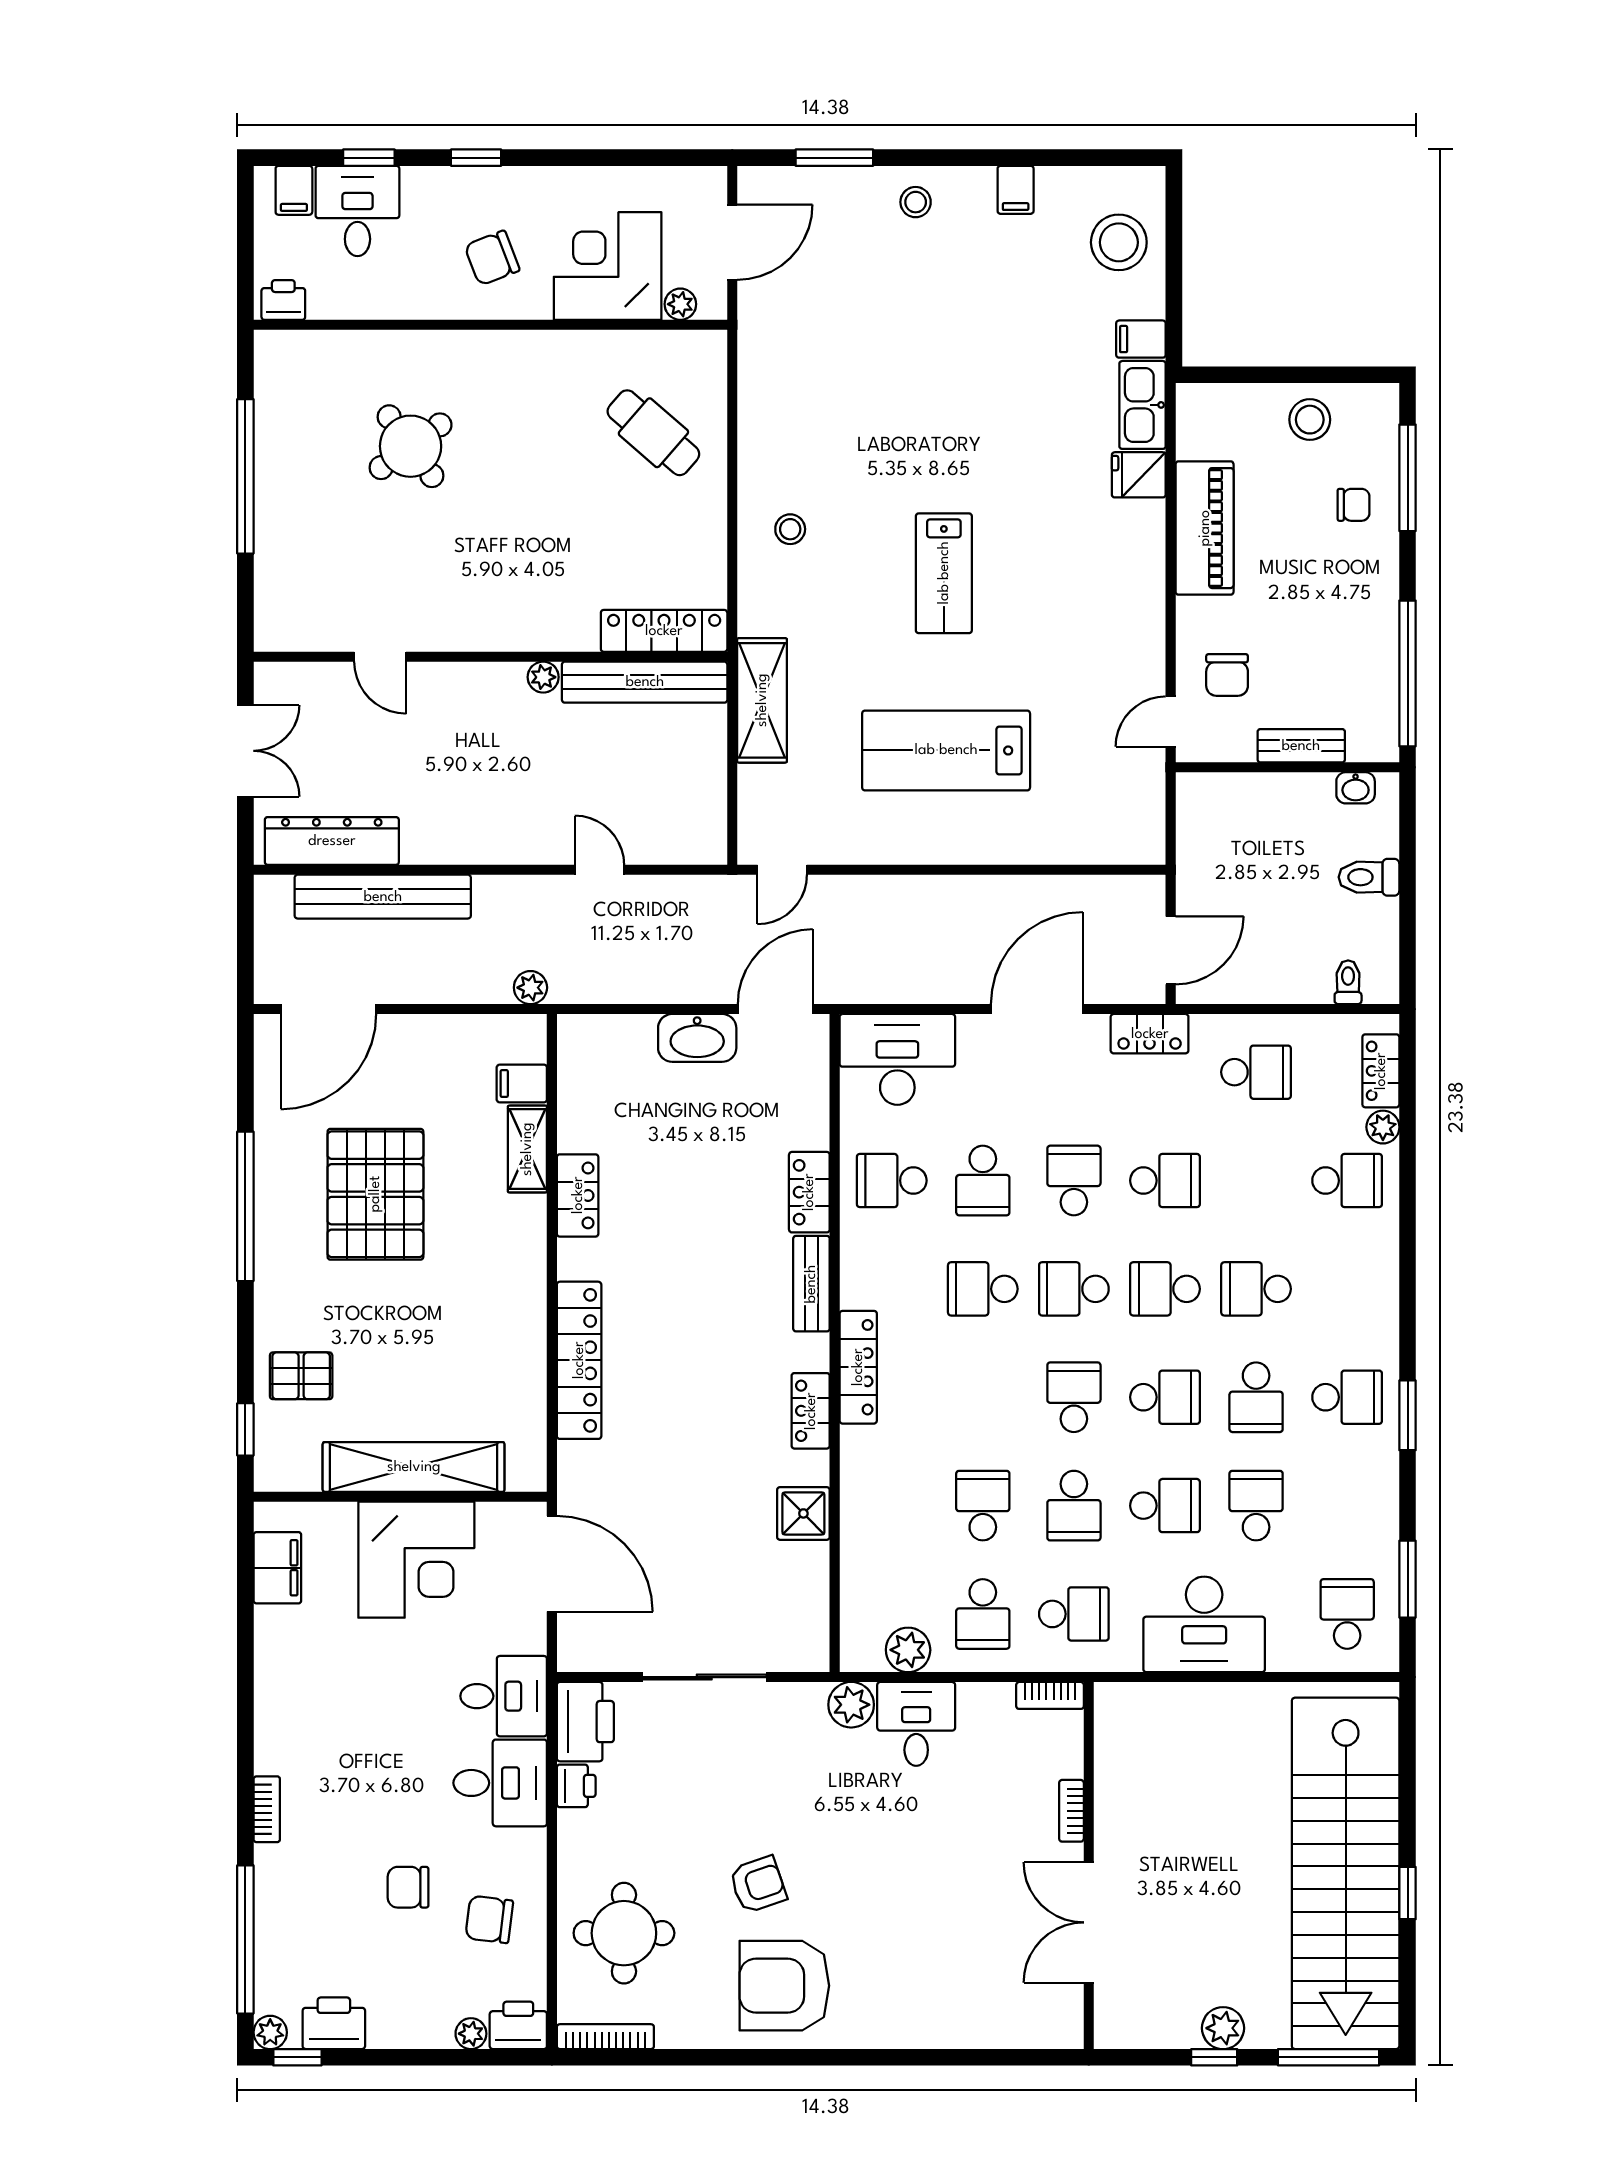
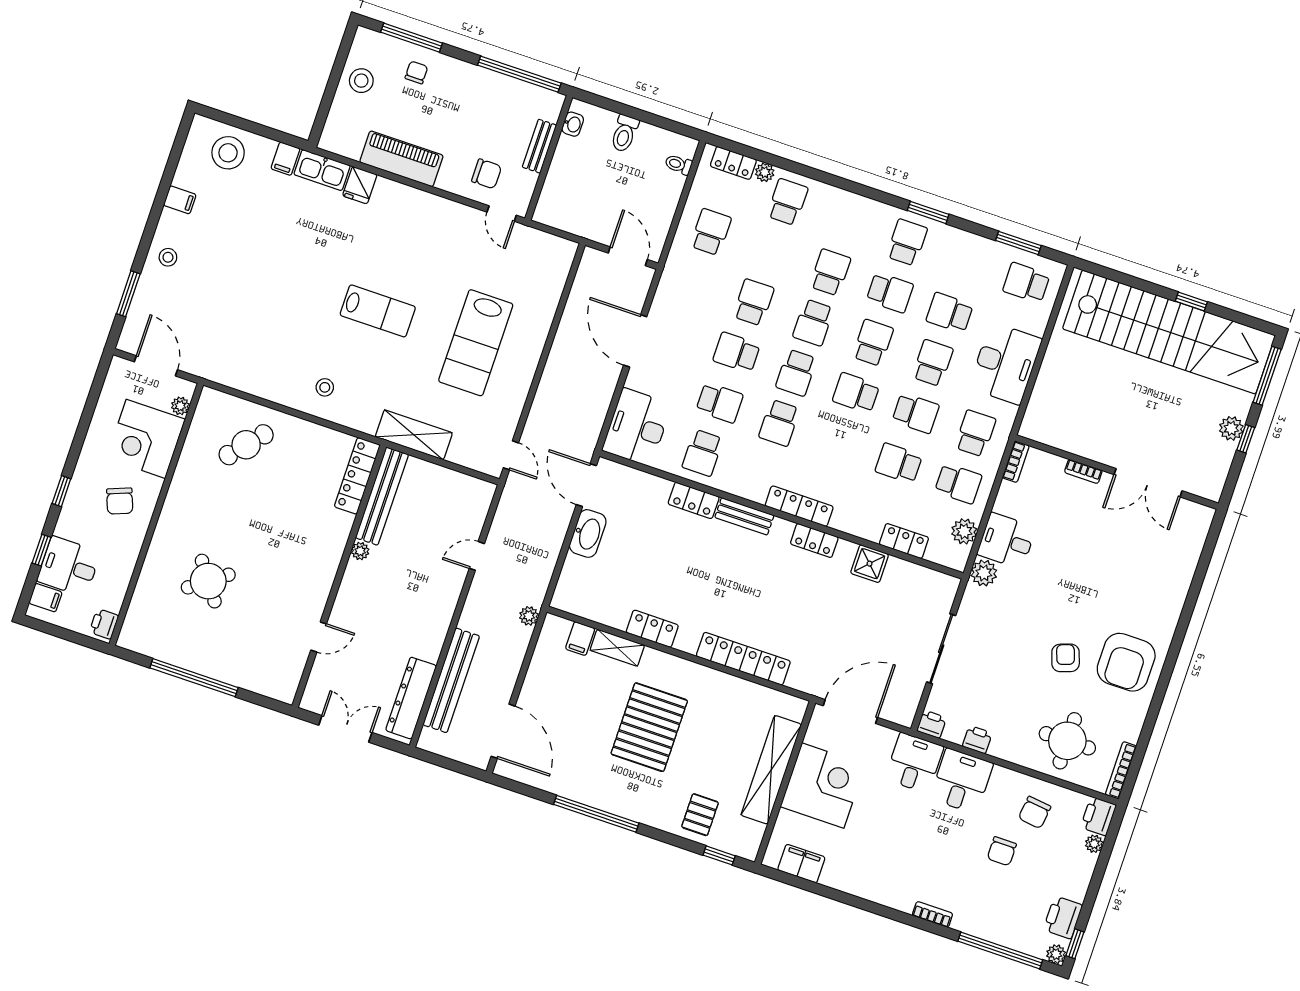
locker: (1150, 1034) -> (904, 541), moved, turned -90
pallet: (375, 1194) -> (649, 727), moved, turned 90
school desk: (1256, 1289) -> (830, 272), turned 180
printer: (585, 1722) -> (932, 724), width x0.53, depth x0.68

